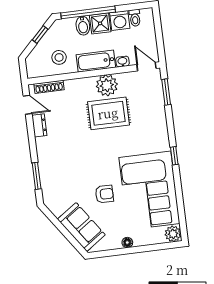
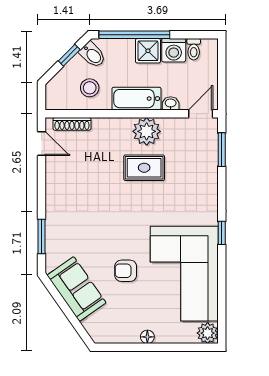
bidet: (83, 26) -> (92, 55), moved, turned -45
door: (147, 67) -> (201, 114), hinge flipped
rug: (108, 113) -> (144, 168), width x0.73, depth x0.70
dresser: (39, 125) -> (53, 172), removed
armchair: (104, 194) -> (126, 271), turned 180
sofa: (81, 227) -> (76, 289), moved

